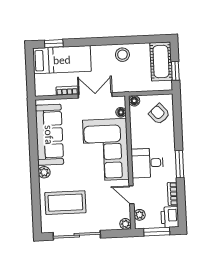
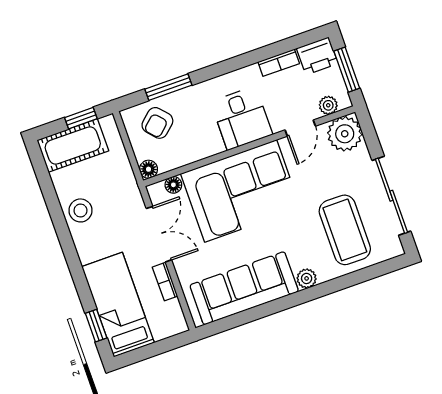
double door: (95, 95) -> (159, 234), swing flipped
window: (180, 164) -> (168, 87), moved
plant: (125, 224) -> (345, 134), width x1.88, depth x1.88

